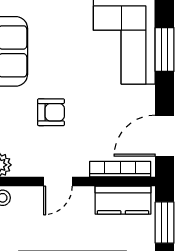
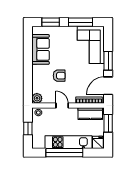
window: (165, 50) -> (108, 61), moved
door: (58, 181) -> (62, 105), swing flipped

